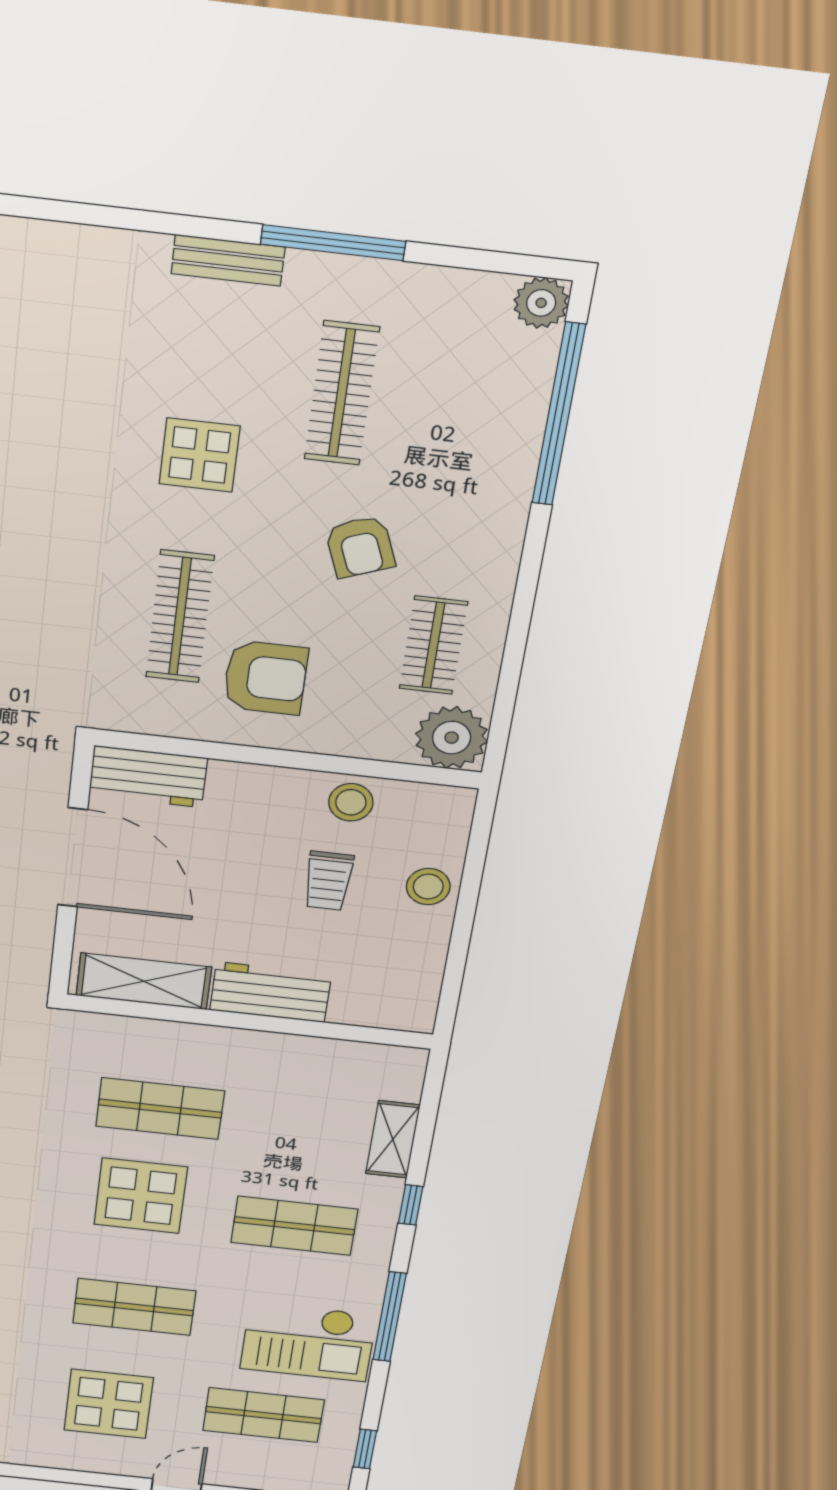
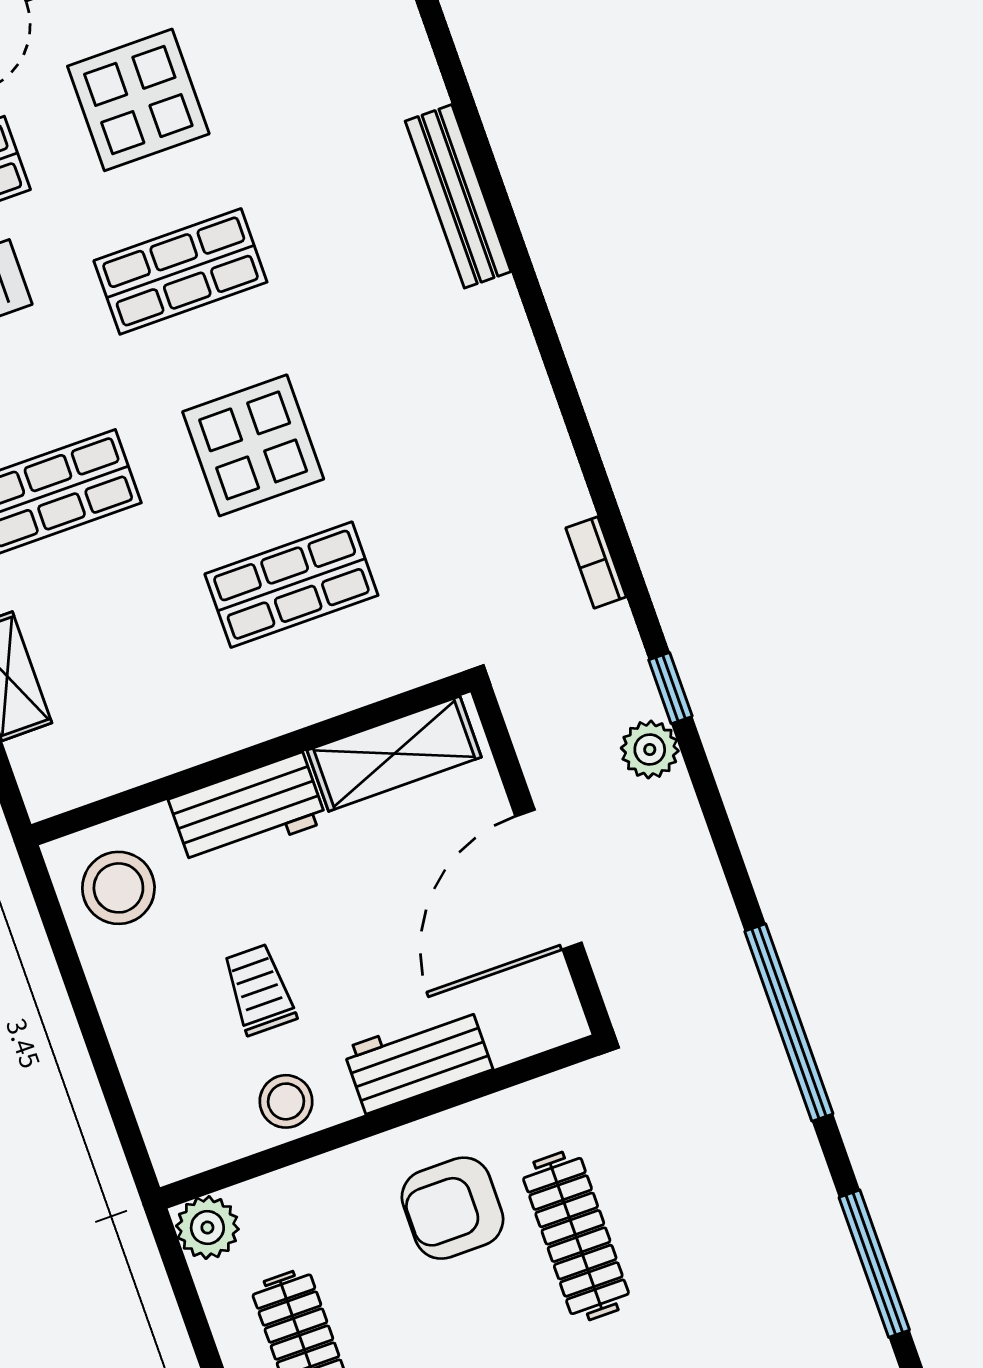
plant: (452, 738) -> (207, 1228), width x0.73, depth x0.73
workbench: (148, 777) -> (418, 1059), moved
door: (73, 858) -> (549, 879), hinge flipped
stool: (428, 887) -> (118, 888), moved, width x1.38, depth x1.38

